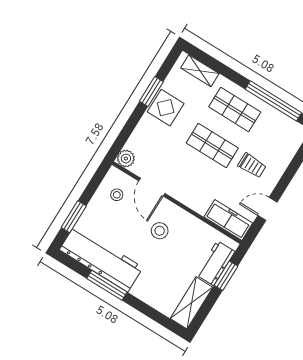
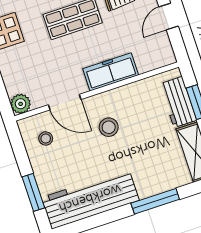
freezer: (228, 220) -> (111, 72), moved
window: (107, 285) -> (155, 201), moved

